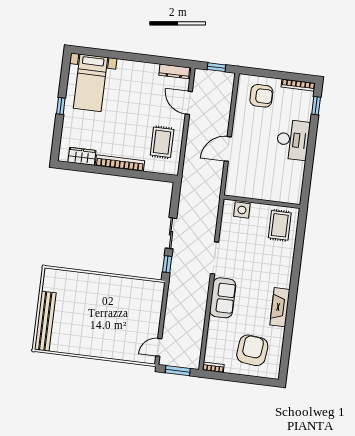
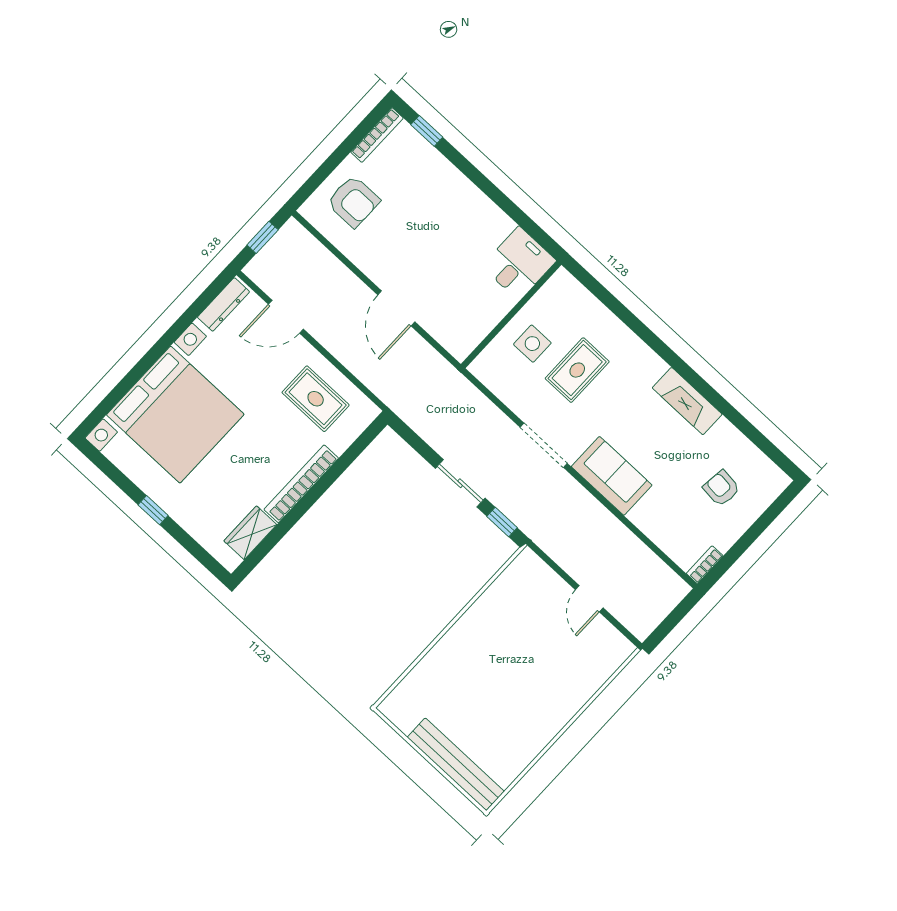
bed with nightstands: (91, 83) -> (175, 415), width x1.85
armchair: (261, 96) -> (353, 201), turned 90
desk: (293, 140) -> (519, 263), moved, width x0.73
side table: (242, 210) -> (532, 344), moved
rug: (280, 225) -> (577, 370), moved, turned 90
door: (159, 347) -> (589, 599), moved
armchair: (252, 350) -> (721, 488), width x0.53, depth x0.53
window: (178, 371) -> (672, 621), removed

